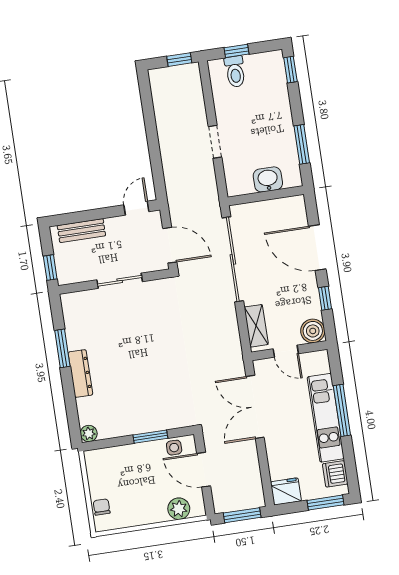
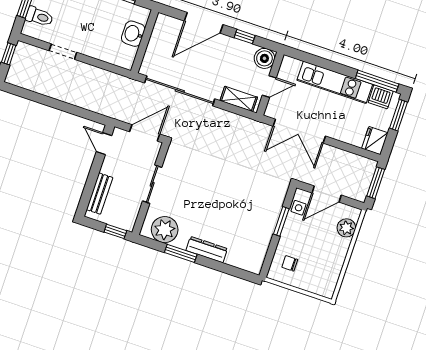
doorway: (215, 142) -> (63, 52), moved
window: (342, 410) -> (377, 81), moved
plant: (89, 434) -> (165, 230), moved, width x1.87, depth x1.87
chair: (102, 507) -> (290, 263), moved

